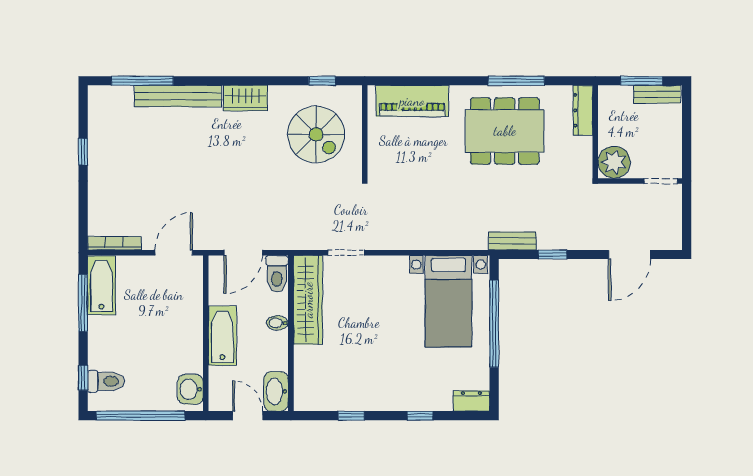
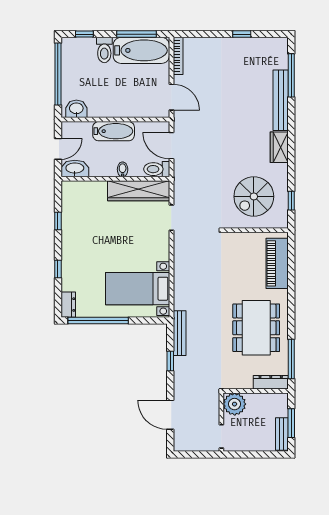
window: (516, 81) -> (291, 359), moved
bench: (512, 241) -> (180, 333), width x1.36
bathtub: (101, 285) -> (141, 50), width x1.36, depth x1.36
window: (494, 324) -> (98, 320), moved
toilet: (106, 381) -> (104, 50), moved

